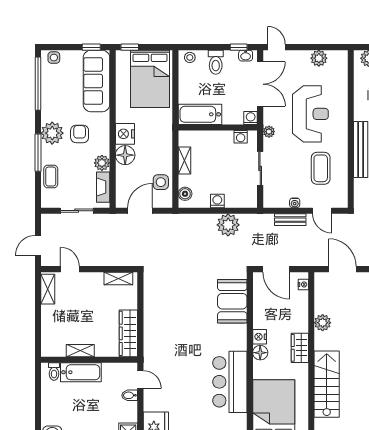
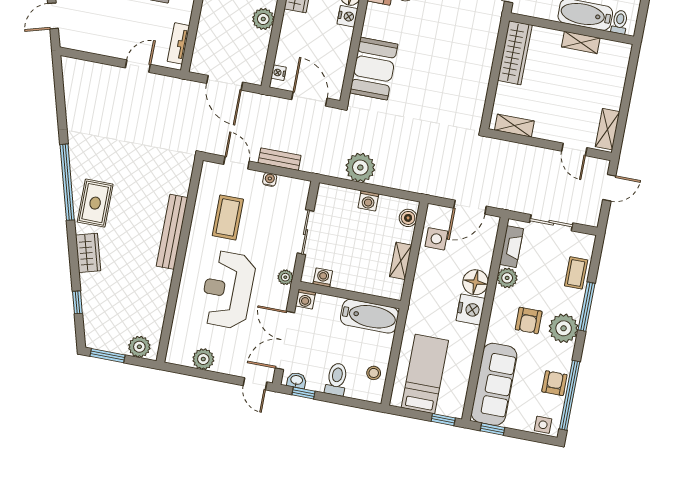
stool: (190, 57) -> (374, 373), moved
bed: (150, 79) -> (425, 374), width x0.67
armchair: (51, 90) -> (554, 383), added

